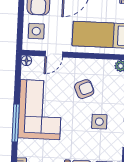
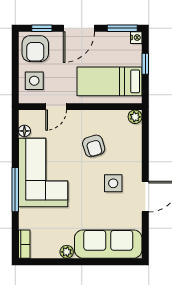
floor lamp: (26, 61) -> (24, 131), moved
armchair: (84, 89) -> (94, 146), turned 97

